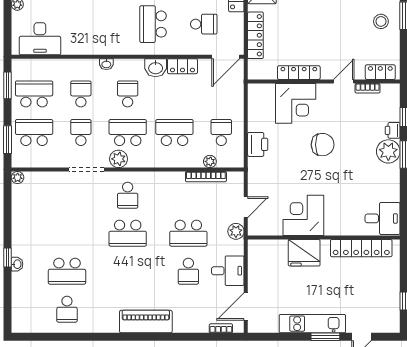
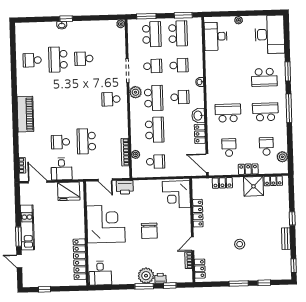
stool: (381, 21) -> (240, 244), moved
school desk: (204, 24) -> (229, 148), turned 180
locker: (255, 35) -> (222, 183), width x0.66
door: (344, 82) -> (193, 244), swing flipped
corner desk: (296, 103) -> (176, 194), moved
printer: (258, 144) -> (125, 187), moved
corner desk: (303, 215) -> (106, 224), width x1.36, depth x1.36
plant: (236, 231) -> (89, 174), removed
school desk: (128, 233) -> (84, 59), moved, width x0.54
fridge: (304, 253) -> (69, 191), moved, turned -90

